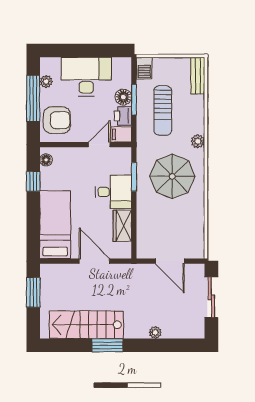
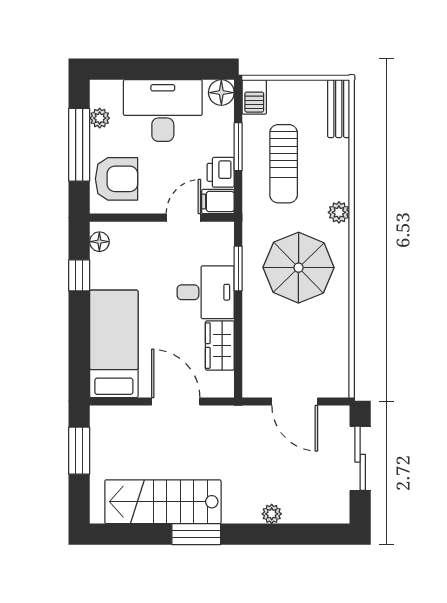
floor lamp: (123, 97) -> (221, 93), moved

